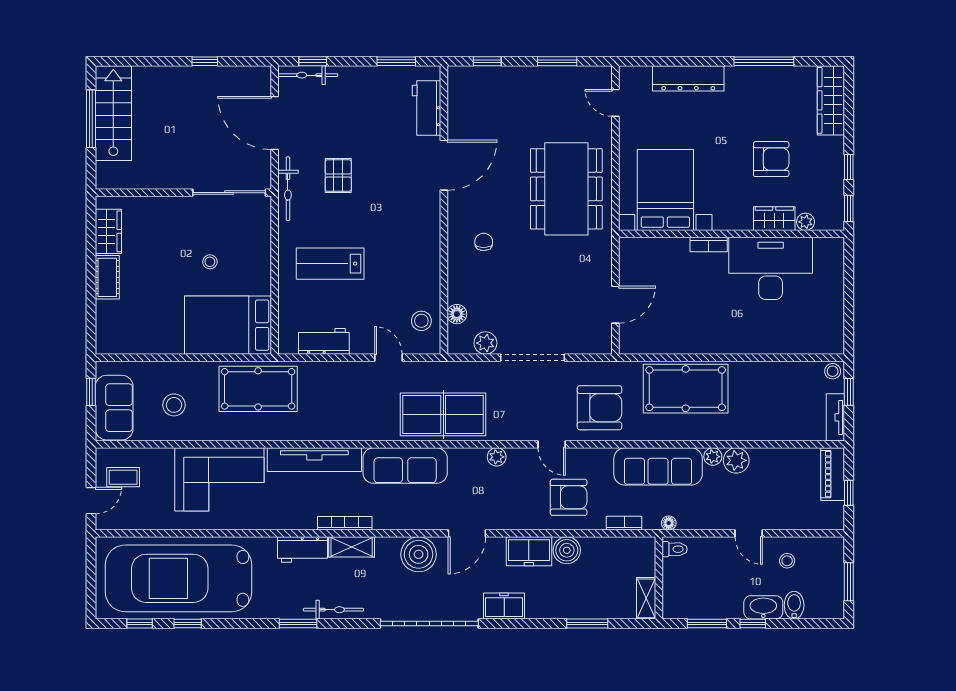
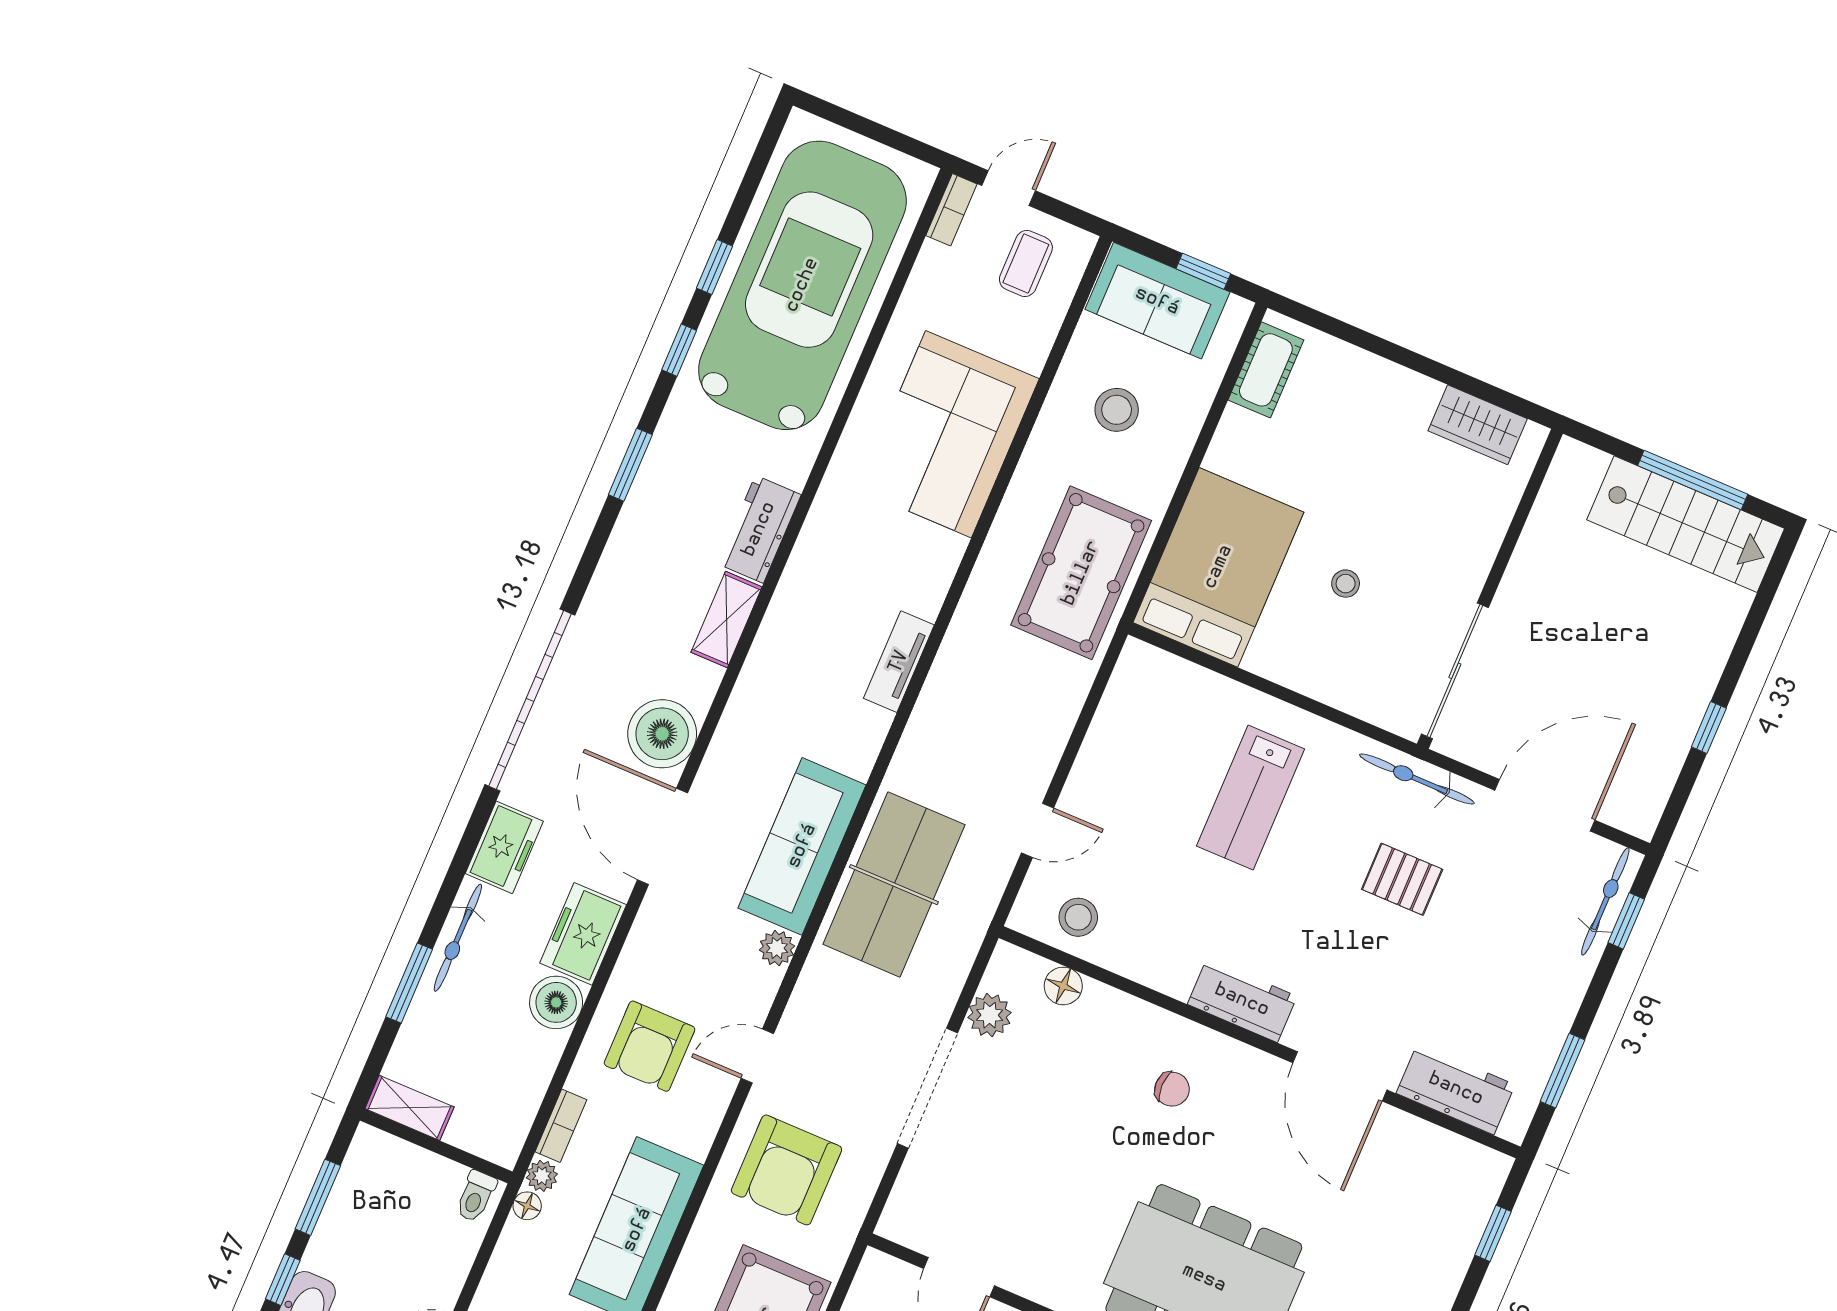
lab bench: (330, 264) -> (1251, 798), turned 180
cot: (107, 277) -> (1266, 370), moved, turned 90
workbench: (324, 341) -> (1242, 1000), moved, turned -90
tv unit: (314, 460) -> (899, 662), width x0.52, depth x0.78
sofa: (405, 466) -> (802, 846), moved
door: (91, 501) -> (1009, 188), swing flipped
plant: (652, 522) -> (542, 1176), added
bookcase: (345, 523) -> (951, 210), moved, width x0.64
door: (467, 533) -> (663, 836), width x1.36
bicycle: (333, 610) -> (458, 938), moved
window: (140, 624) -> (679, 350), moved

